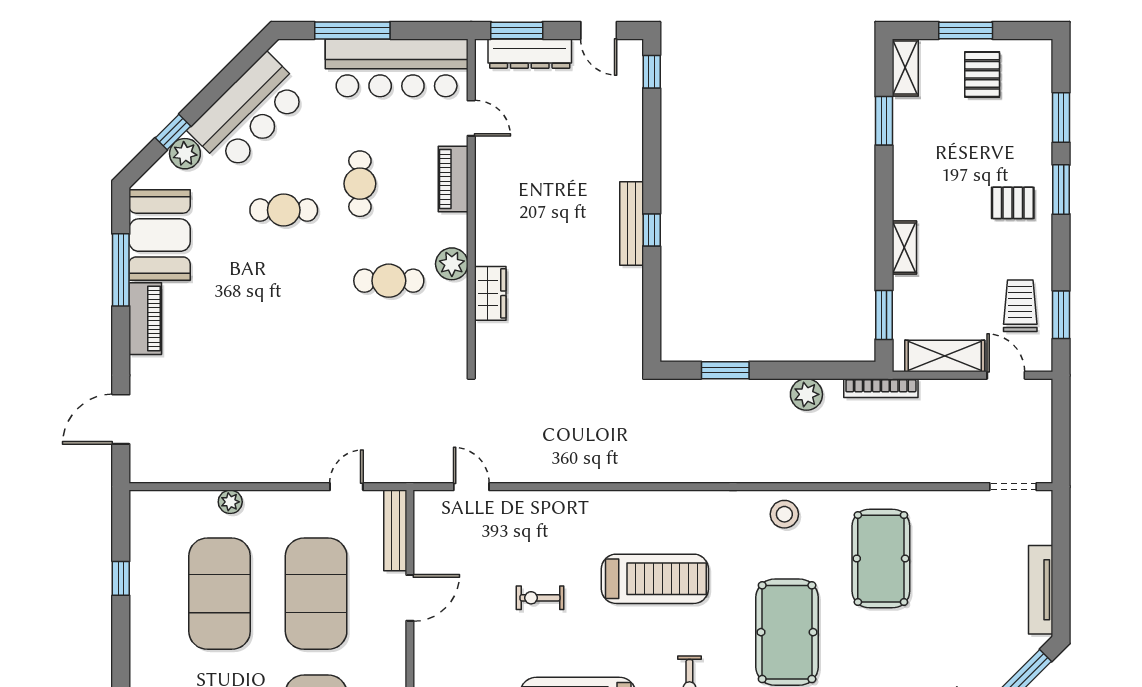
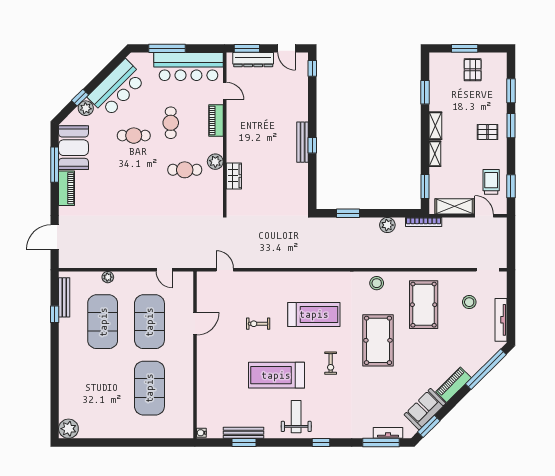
shelving: (905, 68) -> (435, 126), moved
door: (346, 487) -> (164, 270), swing flipped
bench: (395, 530) -> (64, 297), moved
stool: (975, 553) -> (469, 302), added

